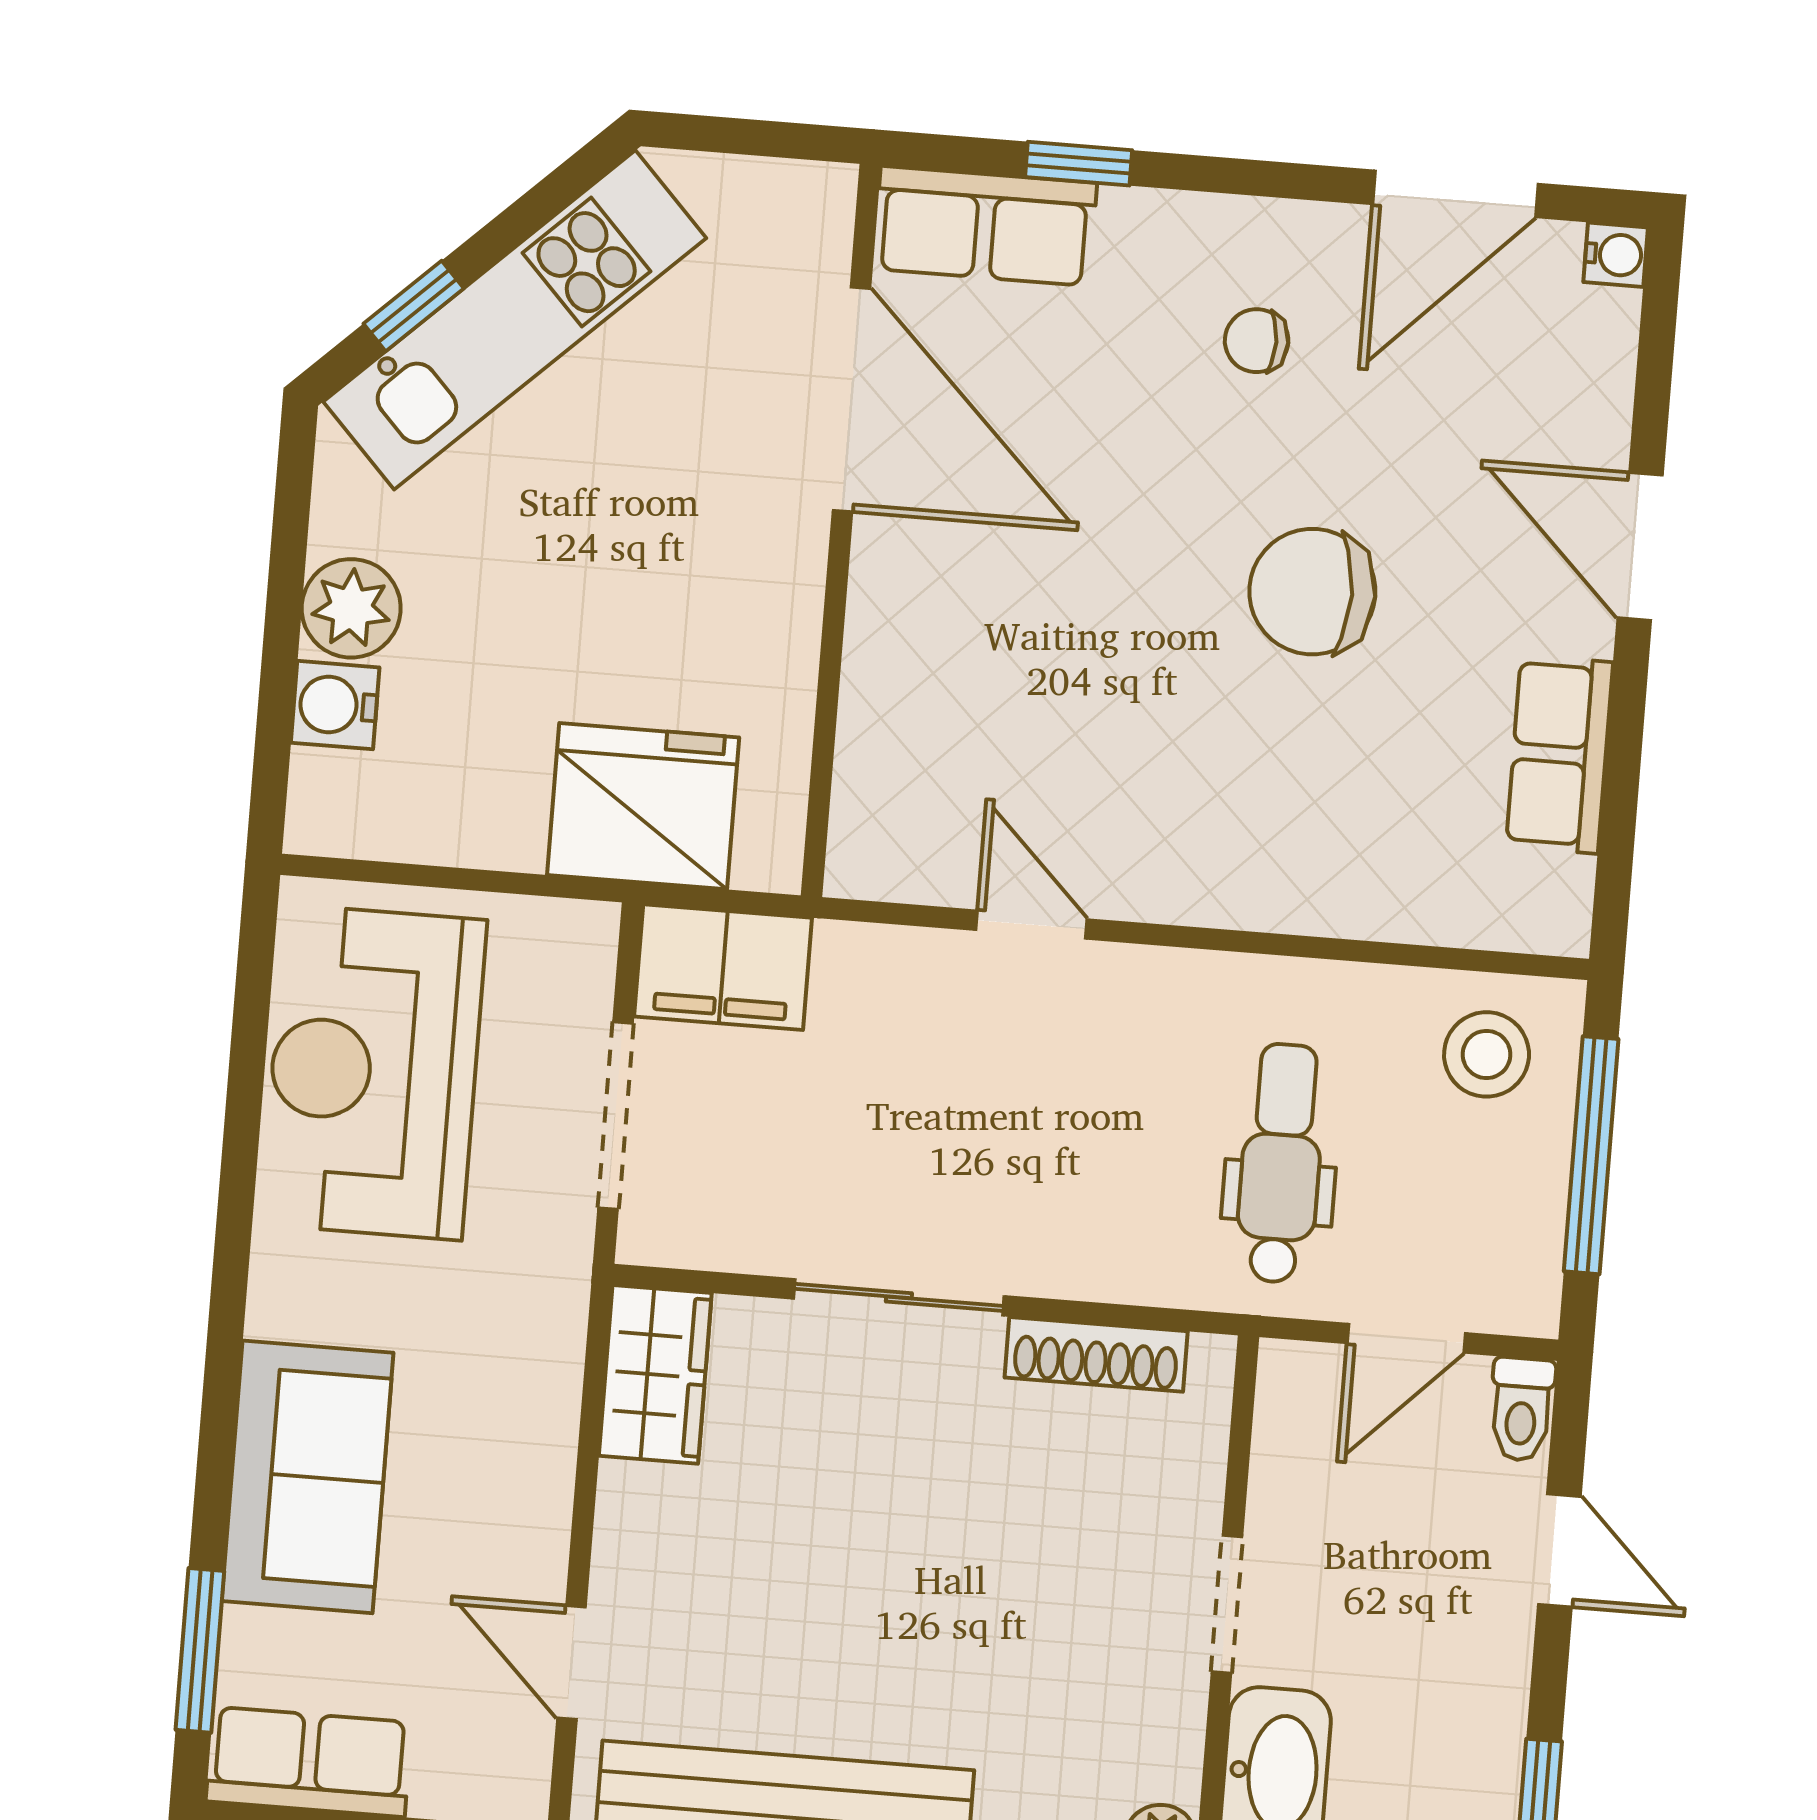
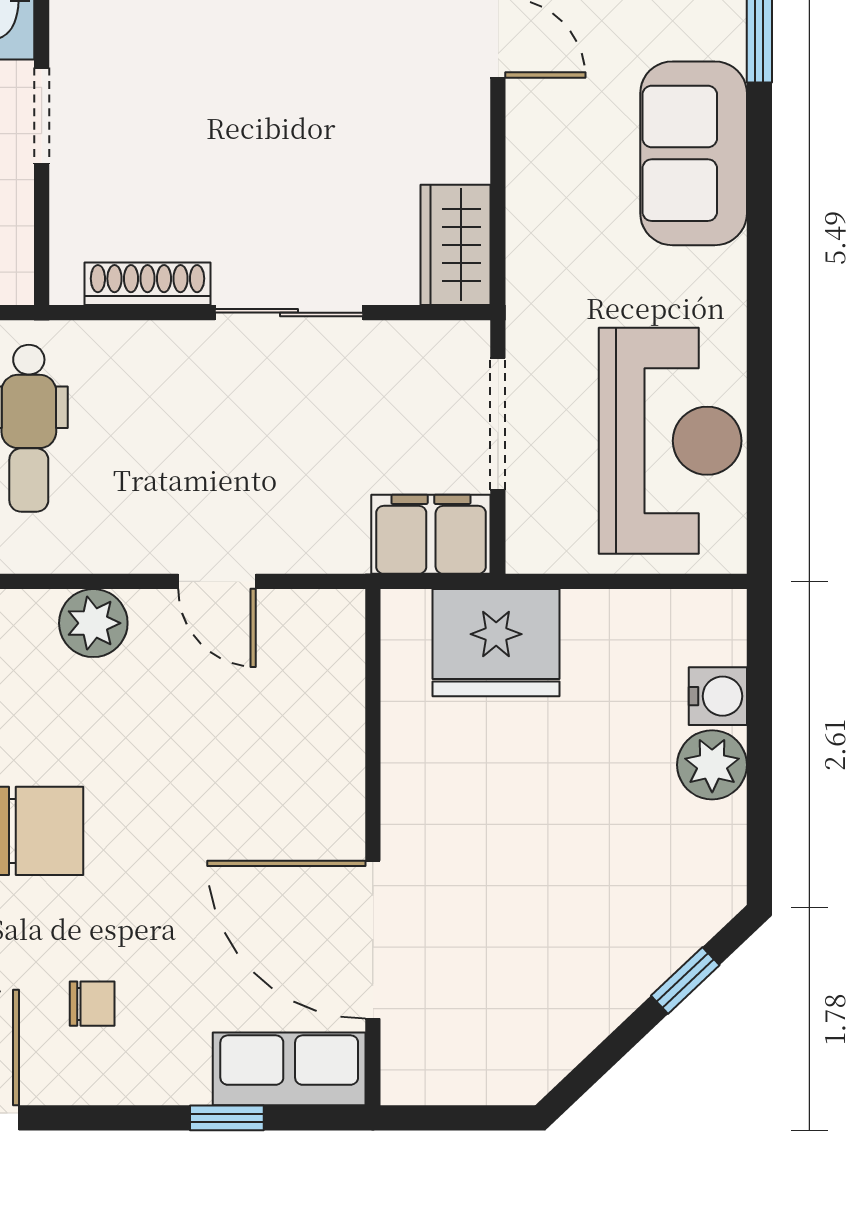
kitchen unit: (515, 320) -> (614, 976), removed
plant: (1212, 880) -> (93, 623), added

